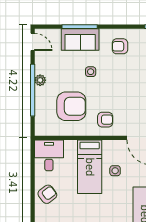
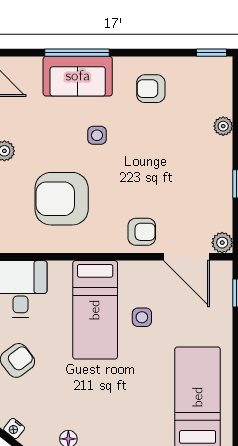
armchair: (71, 106) -> (62, 199), turned 180
armchair: (105, 120) -> (142, 232), moved

